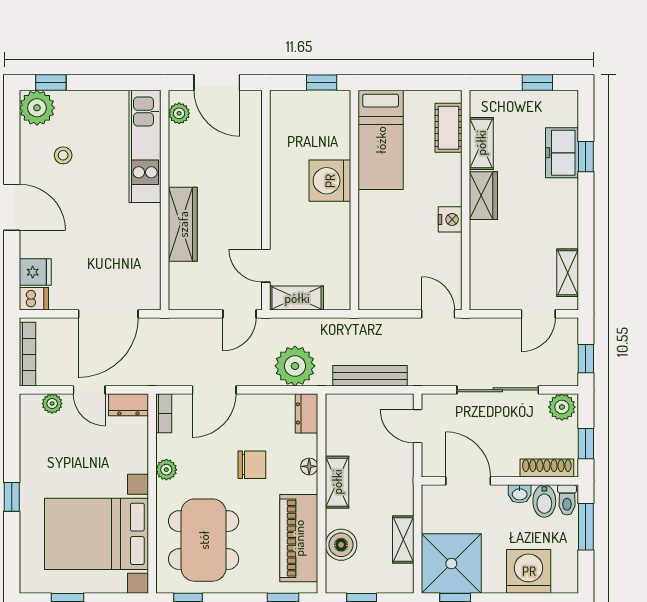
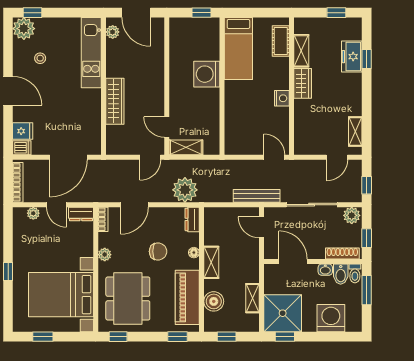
bench: (370, 376) -> (257, 196), moved

